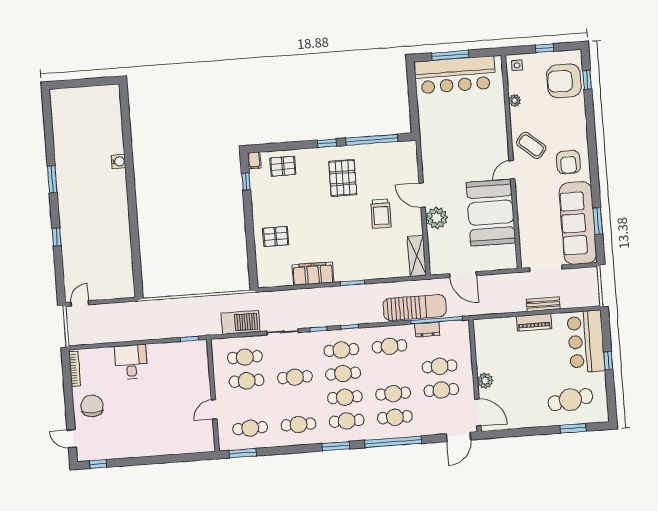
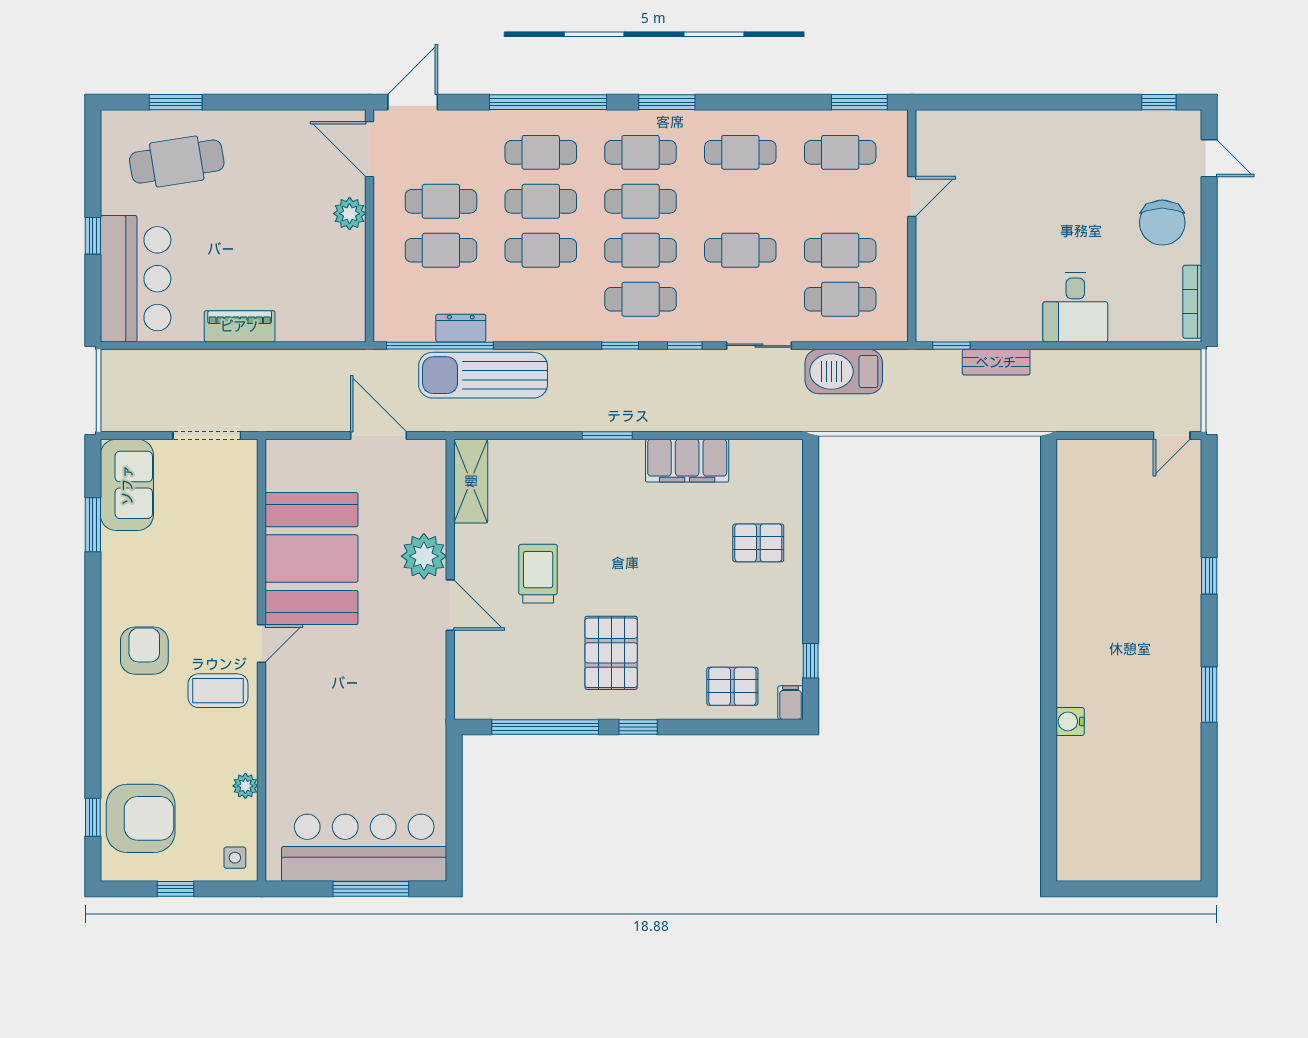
coffee table: (531, 145) -> (218, 691), turned -40
sofa: (578, 223) -> (127, 485), width x0.54, depth x0.79
bench: (543, 304) -> (996, 362), moved
cafe table: (390, 346) -> (541, 250), moved

